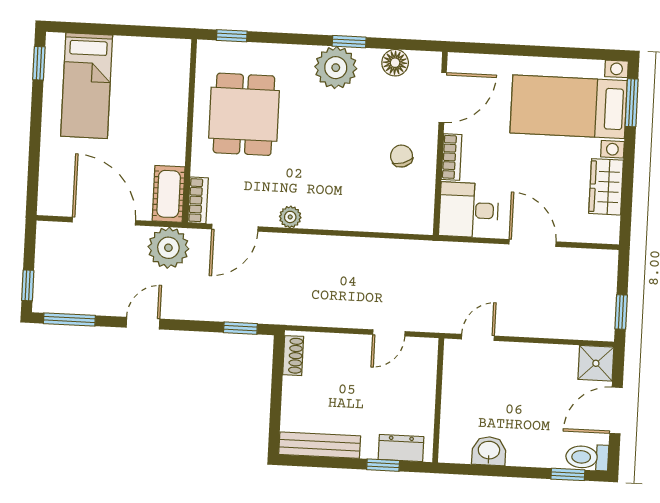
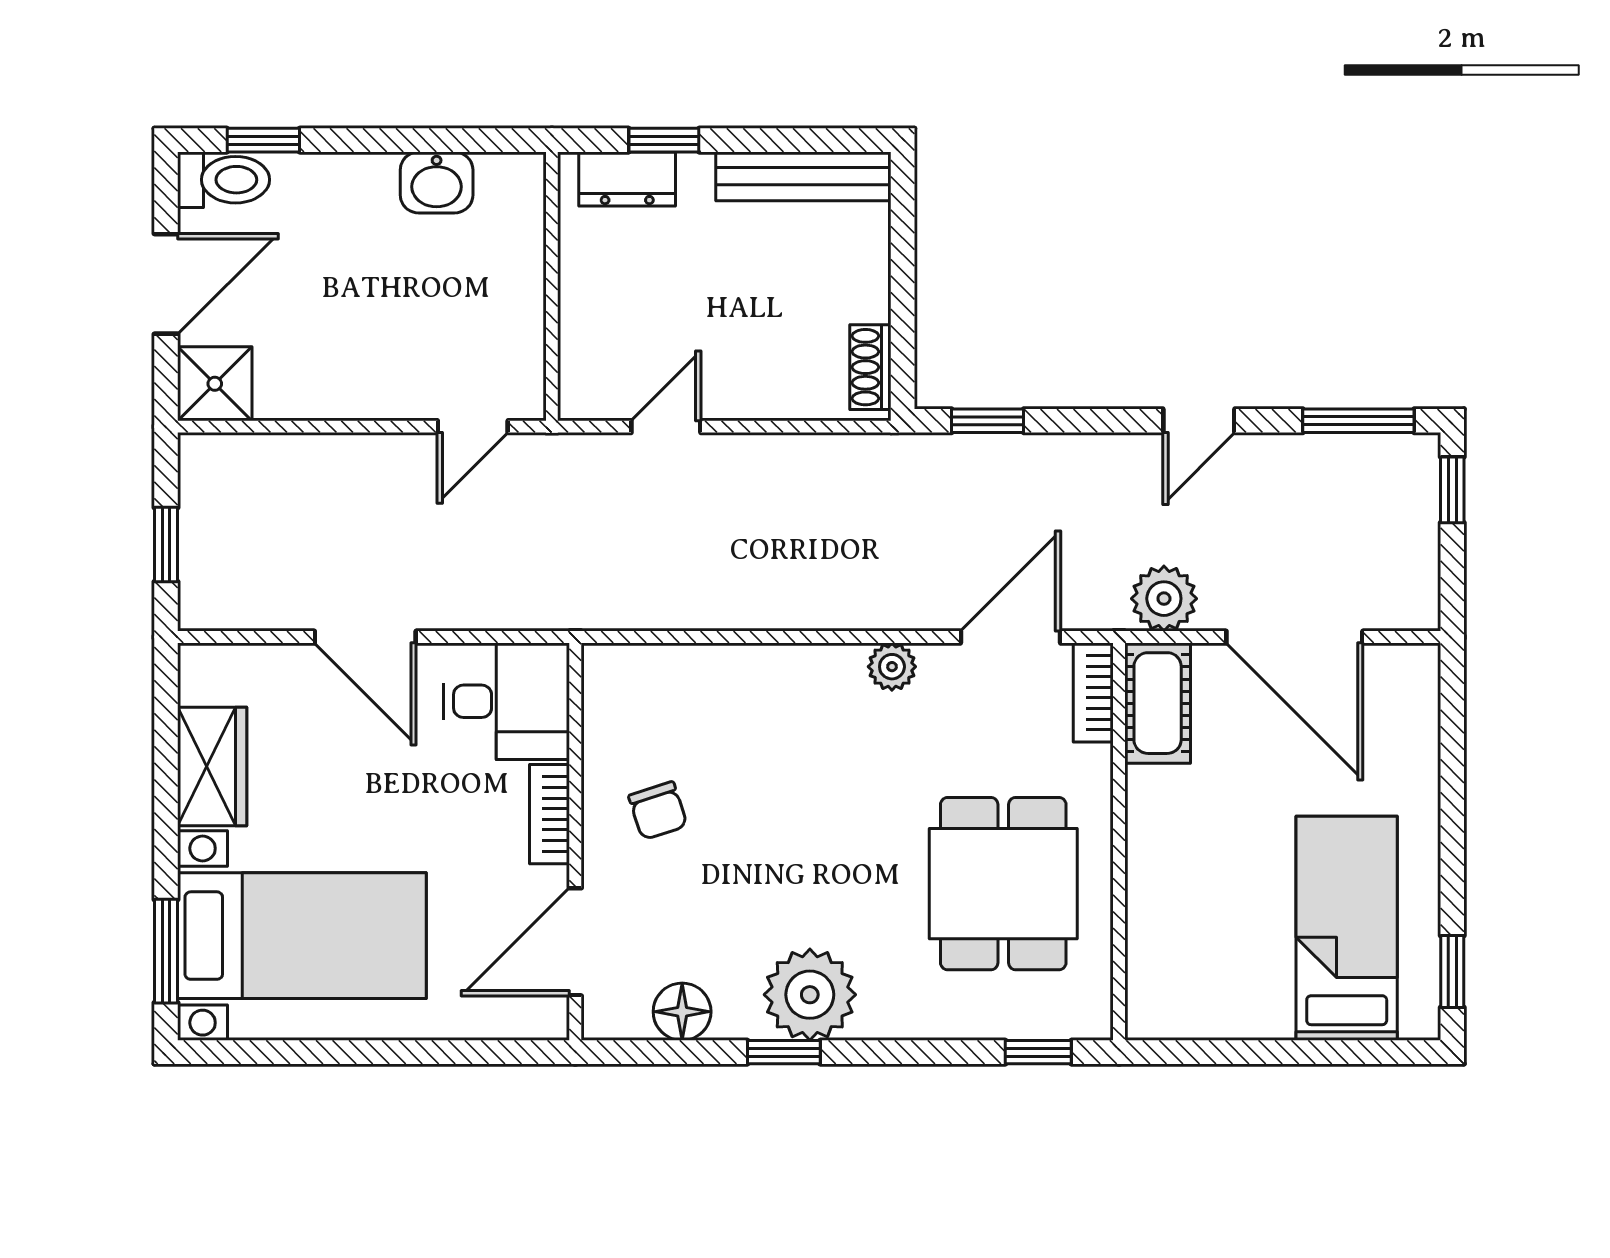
plant: (168, 248) -> (1164, 599), width x0.73, depth x0.73
window: (621, 312) -> (166, 545), moved

